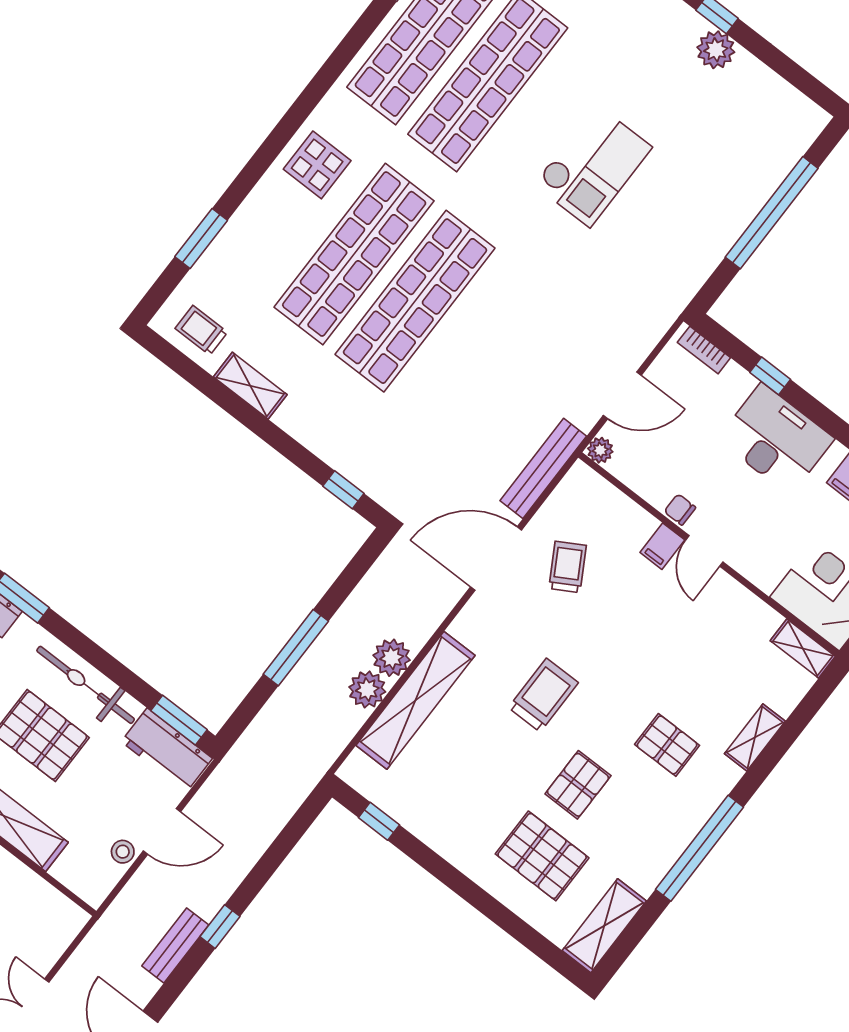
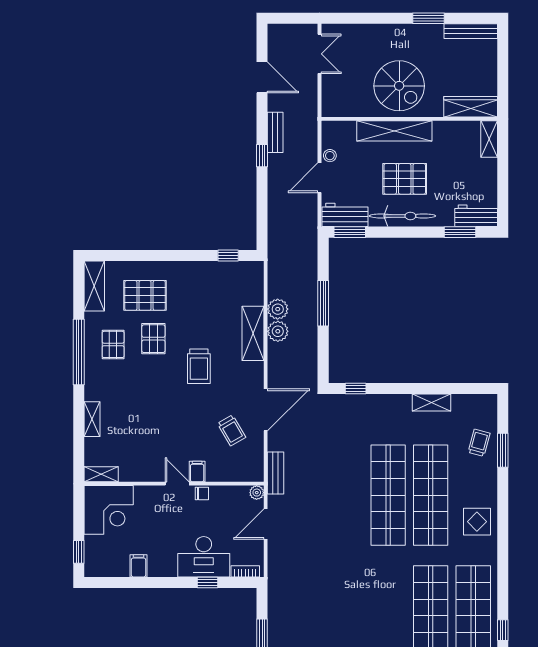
checkout: (593, 166) -> (356, 614), removed
trolley: (201, 330) -> (479, 443), moved, turned -75
desk: (776, 439) -> (204, 557), moved
bench: (543, 468) -> (276, 473), width x0.73
shelving: (415, 700) -> (253, 333), width x0.68
pallet: (667, 745) -> (113, 344), moved, turned 90

